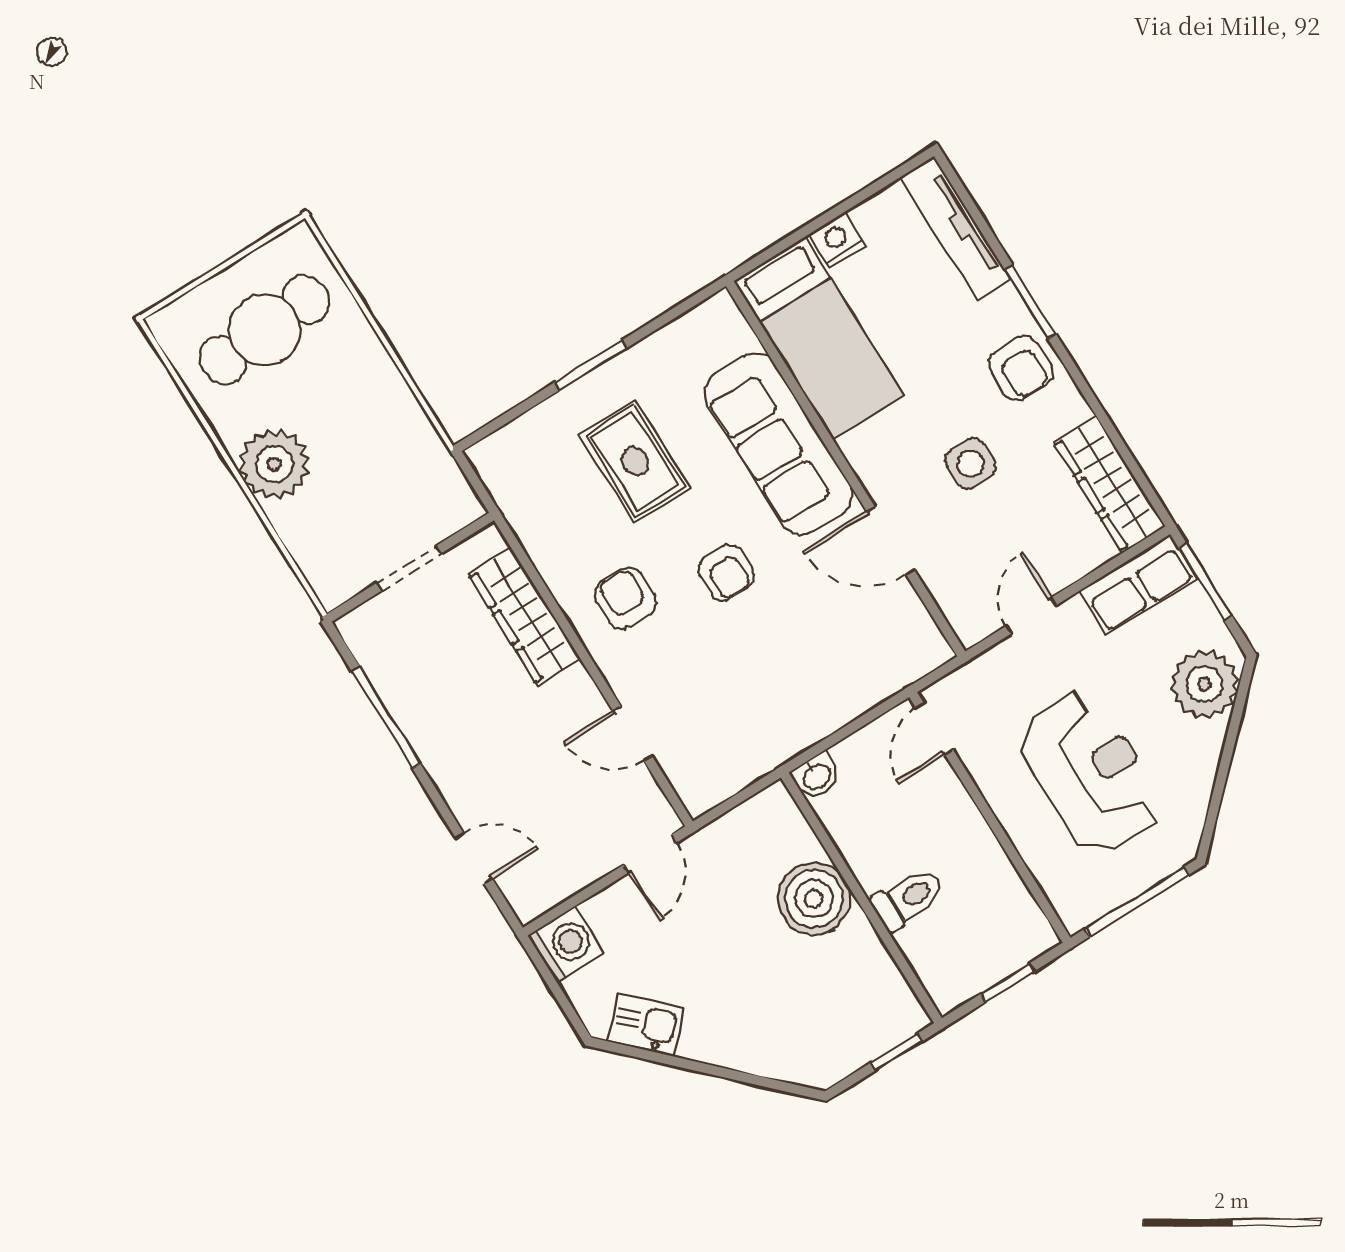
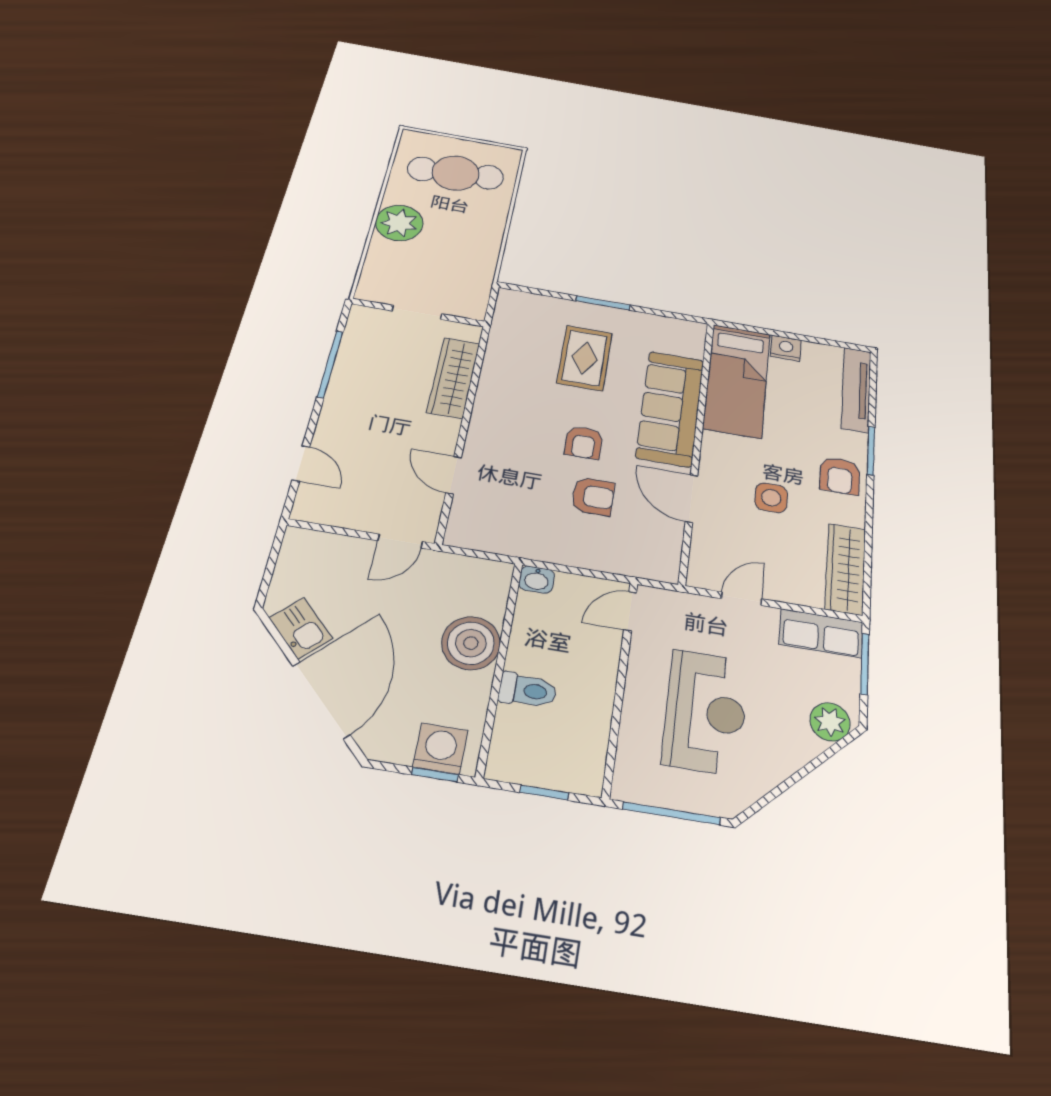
armchair: (626, 598) -> (593, 496), moved, turned 90
plant: (1204, 684) -> (830, 722), width x0.73, depth x0.73
washing machine: (566, 944) -> (440, 749), moved, turned -90
door: (732, 1074) -> (321, 700), added

